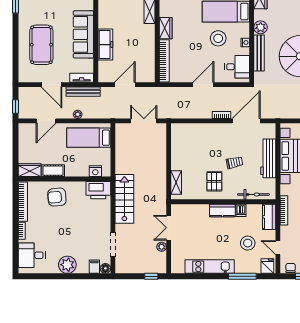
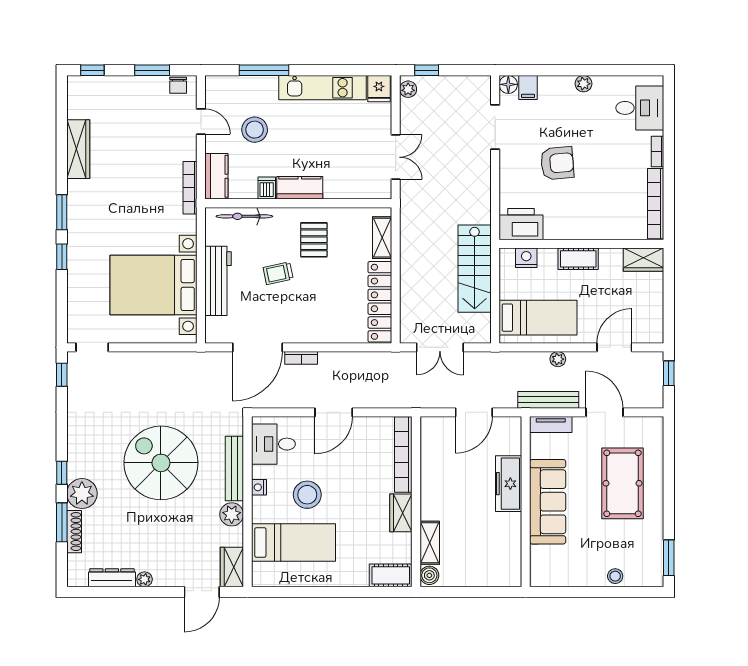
locker: (177, 147) -> (380, 302), added
cot: (53, 171) -> (578, 259), moved
armchair: (57, 197) -> (557, 163), moved
stairs: (124, 199) -> (475, 269), moved
plant: (162, 247) -> (408, 89), moved
plant: (67, 265) -> (583, 84), width x0.53, depth x0.53
fridge: (267, 266) -> (379, 89), moved

